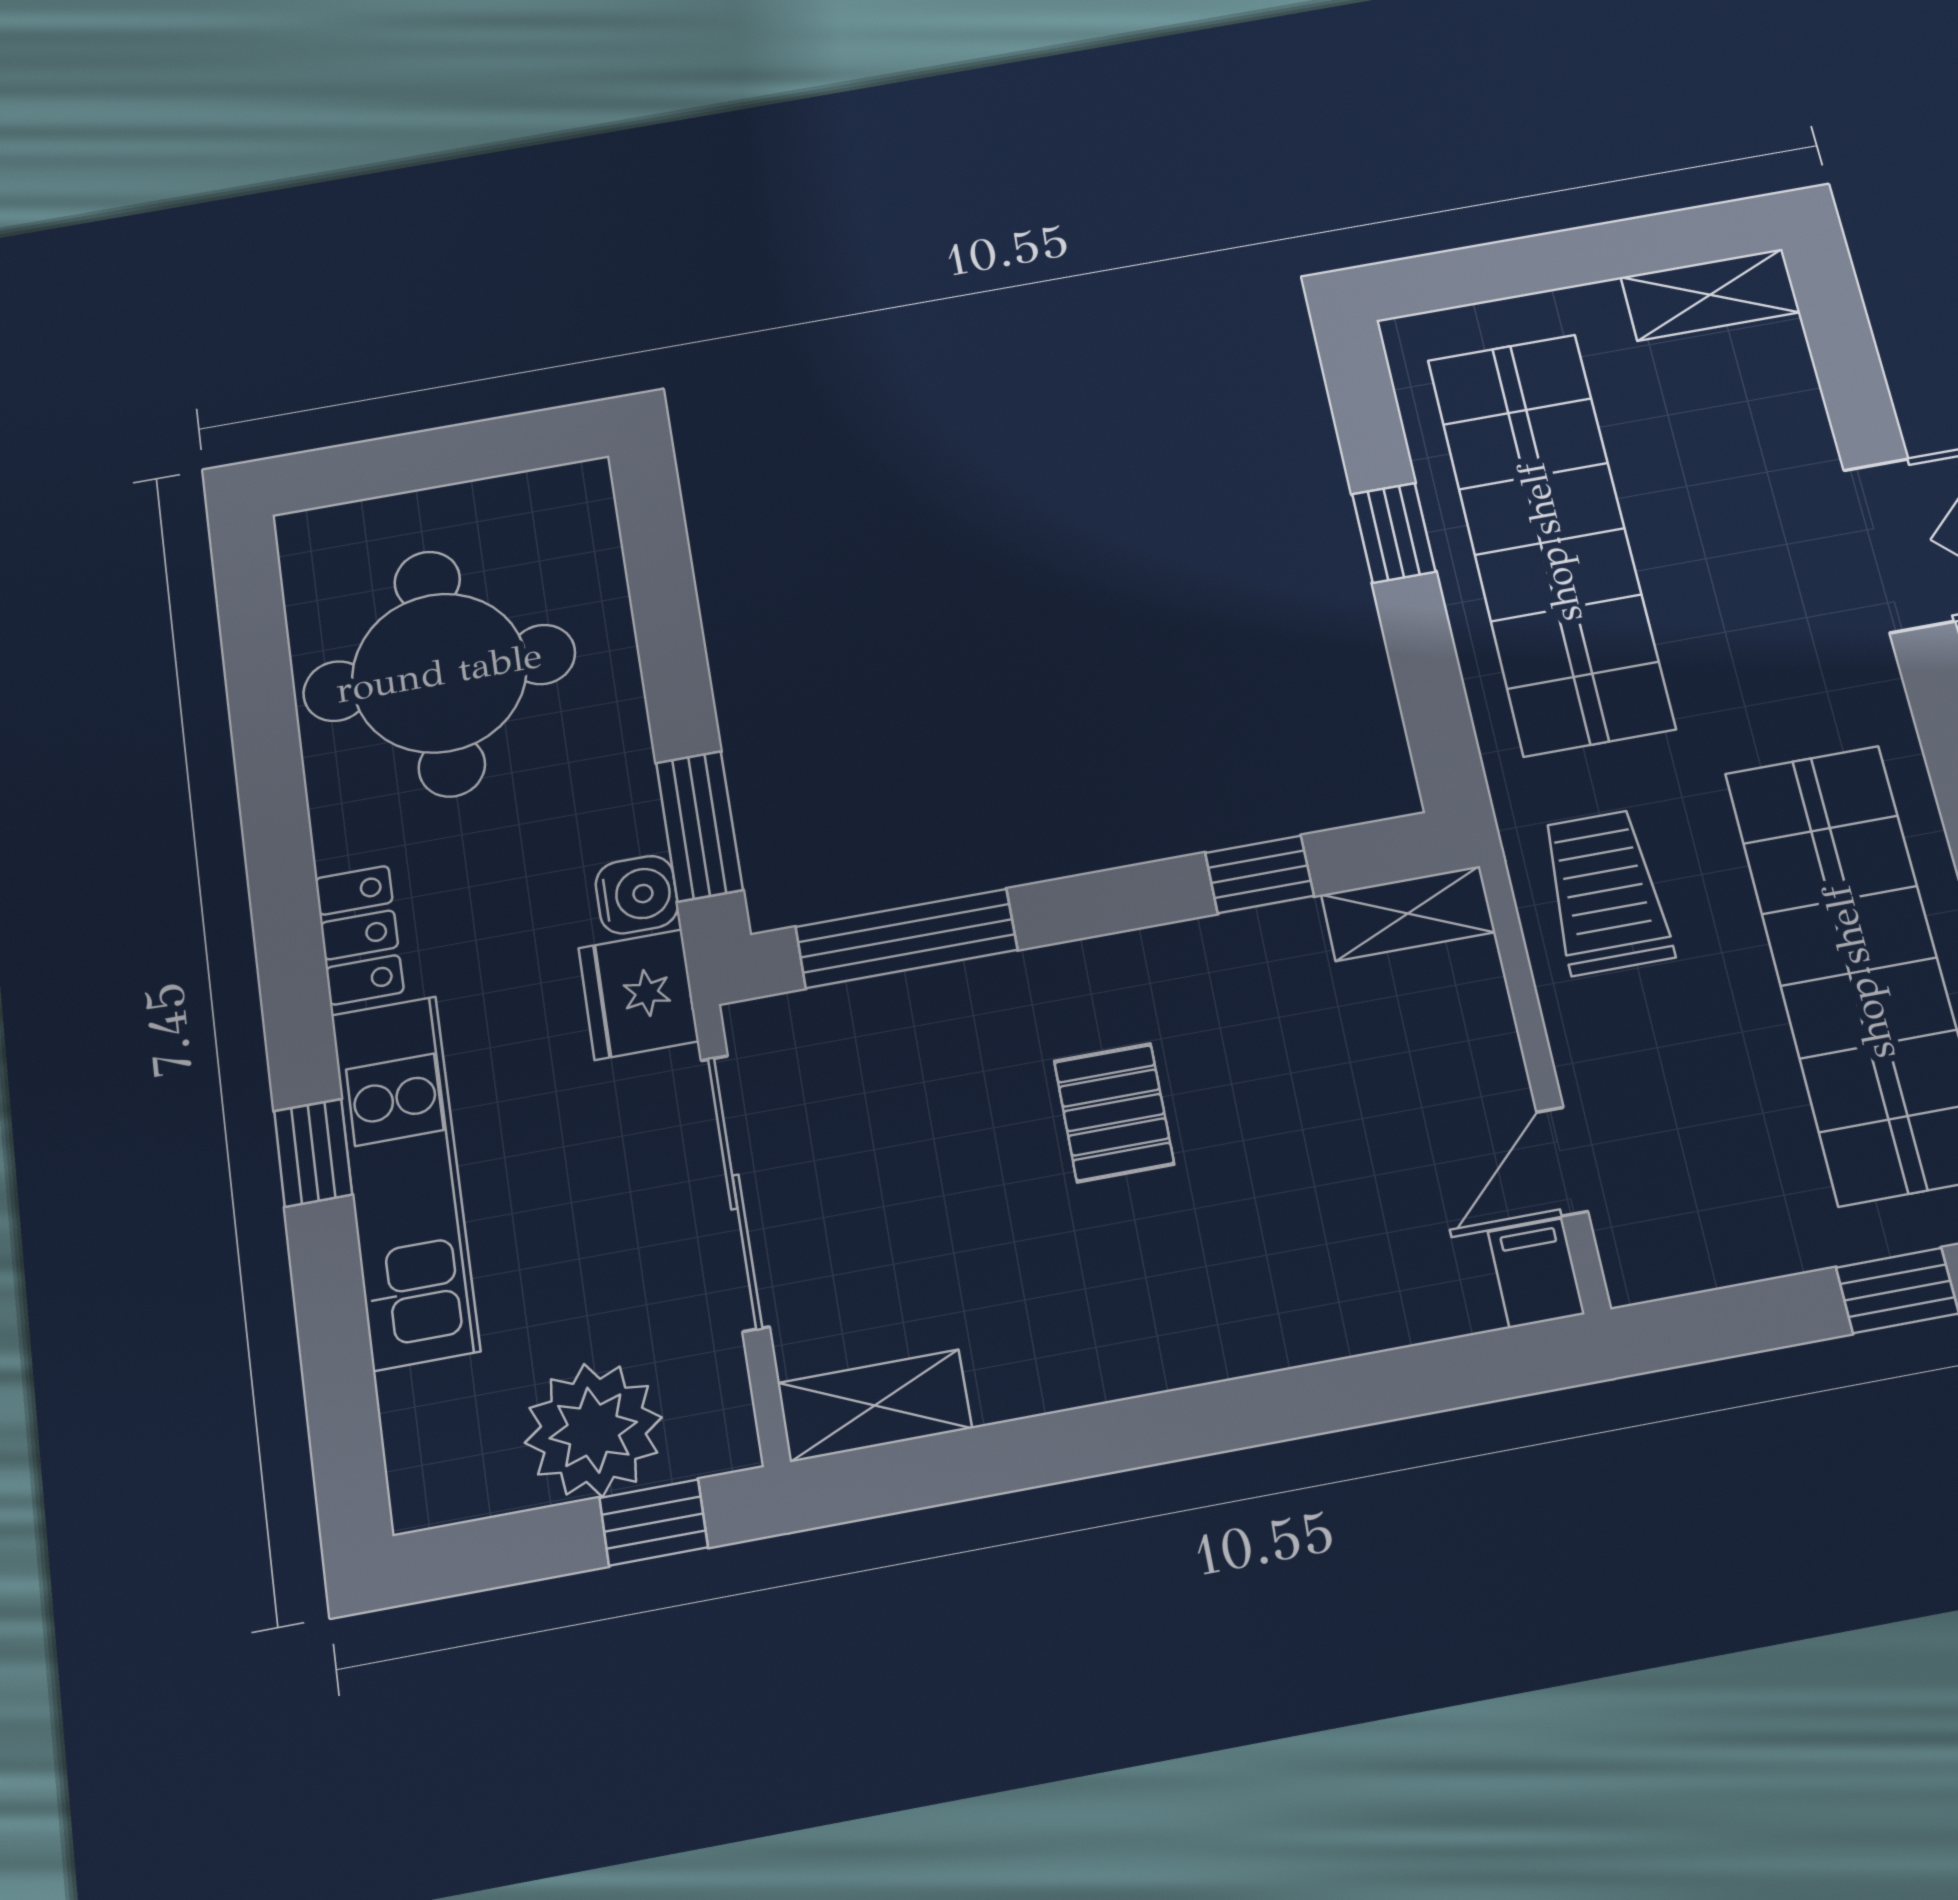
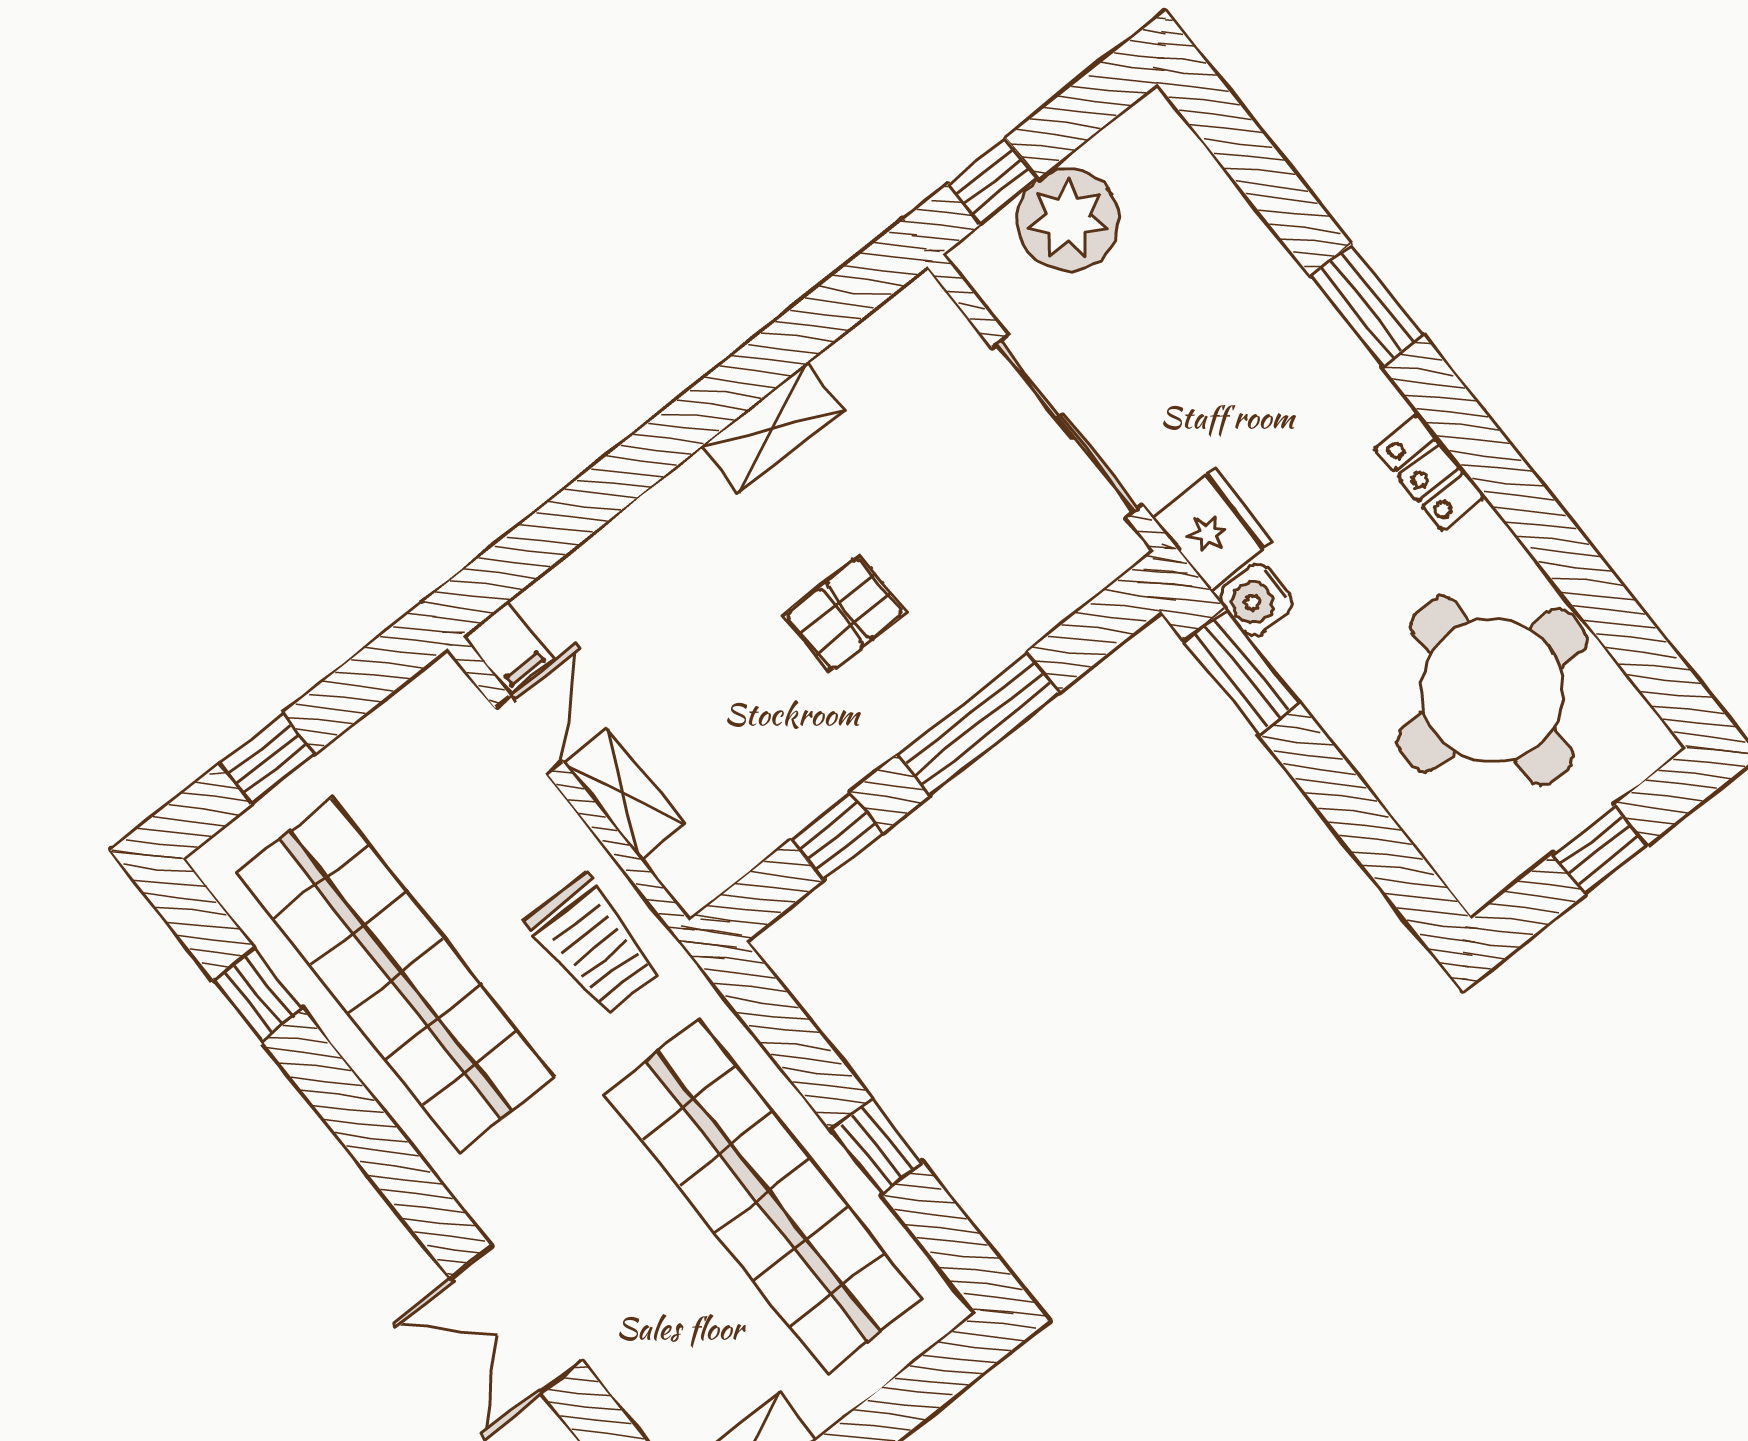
window: (429, 459) -> (1600, 850), added
shelving: (1408, 913) -> (624, 794), moved, turned 90
window: (906, 938) -> (979, 723), moved
pallet: (1114, 1113) -> (845, 614), turned 90
window: (313, 1153) -> (1367, 305), width x1.50
kitchen unit: (405, 1181) -> (1293, 319), removed
shelving: (875, 1406) -> (773, 428), moved

